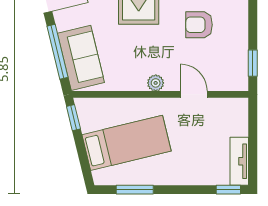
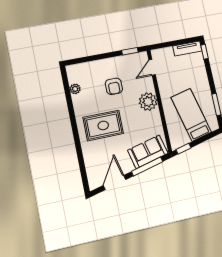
plant: (156, 83) -> (148, 102), width x1.87, depth x1.87
door: (194, 94) -> (152, 67), moved

